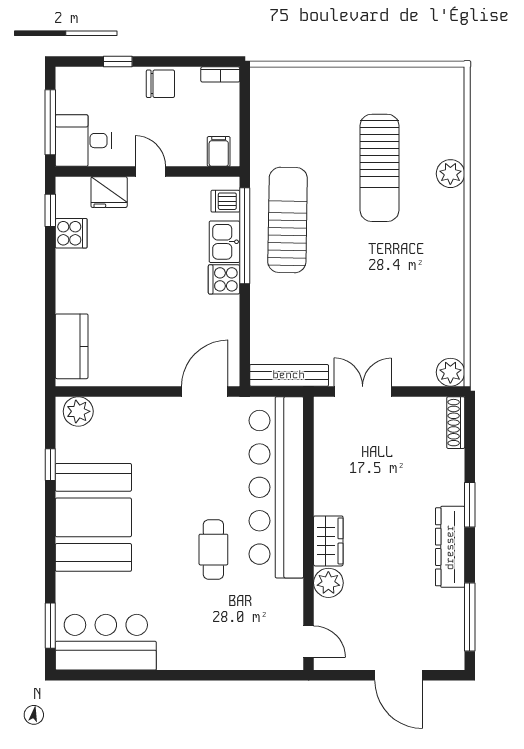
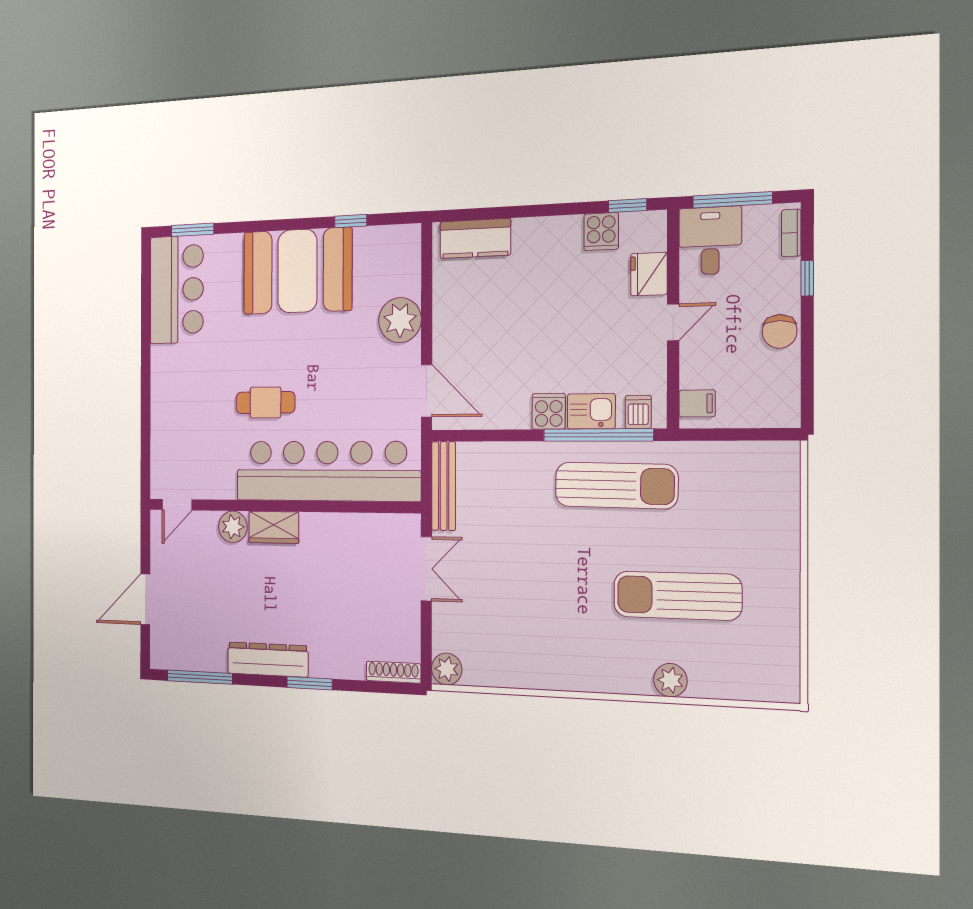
bookcase: (220, 74) -> (791, 233), moved
plant: (78, 411) -> (400, 320), moved, width x1.36, depth x1.36

